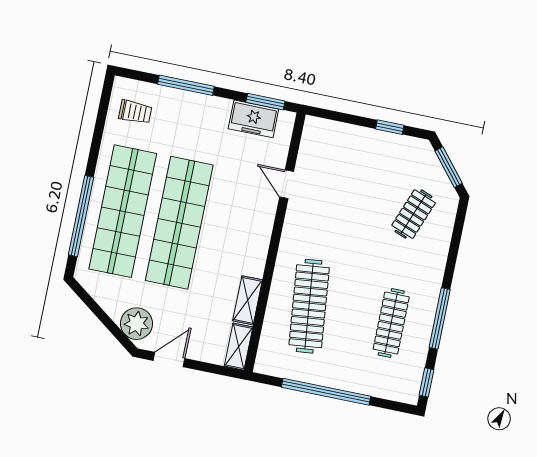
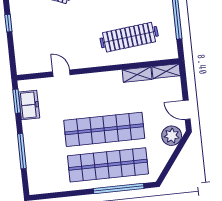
trolley: (135, 112) -> (47, 176), removed
door: (287, 184) -> (61, 73), swing flipped

